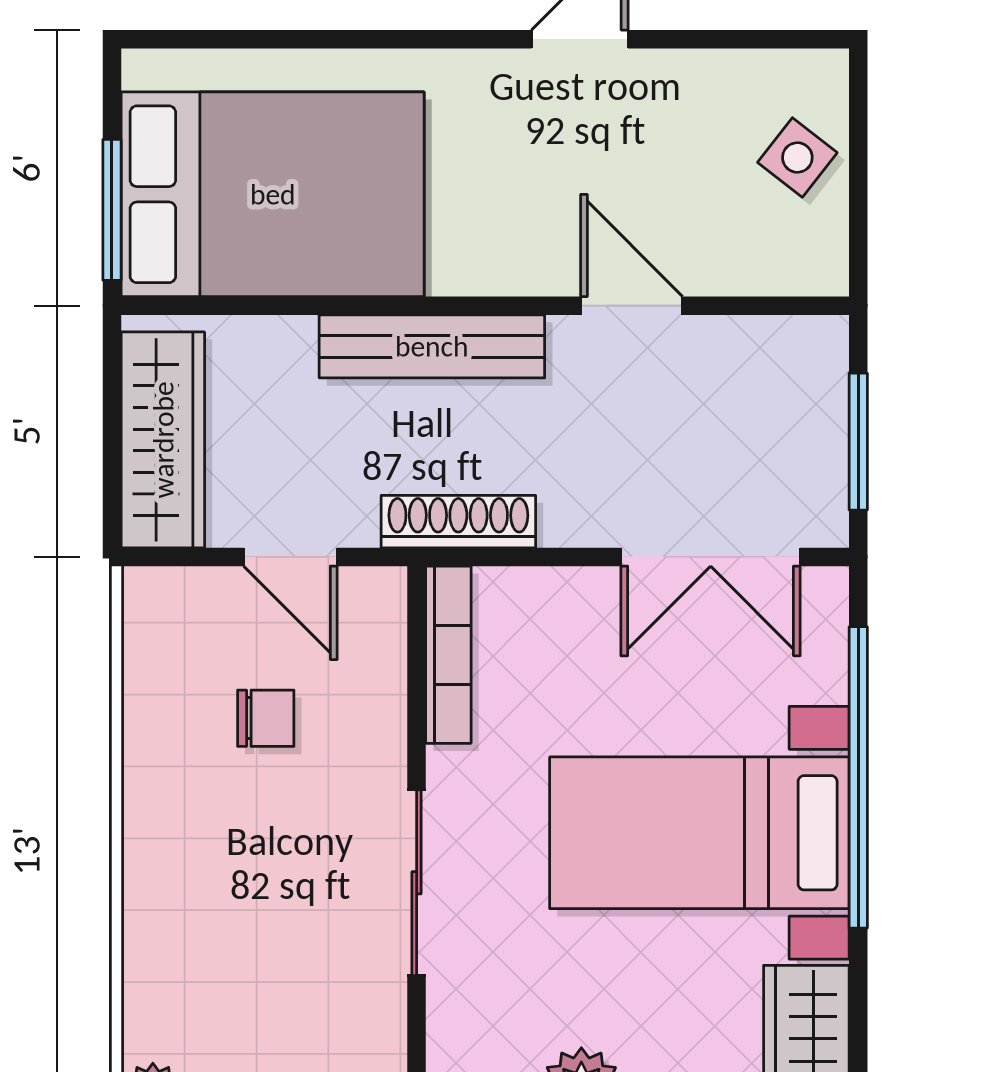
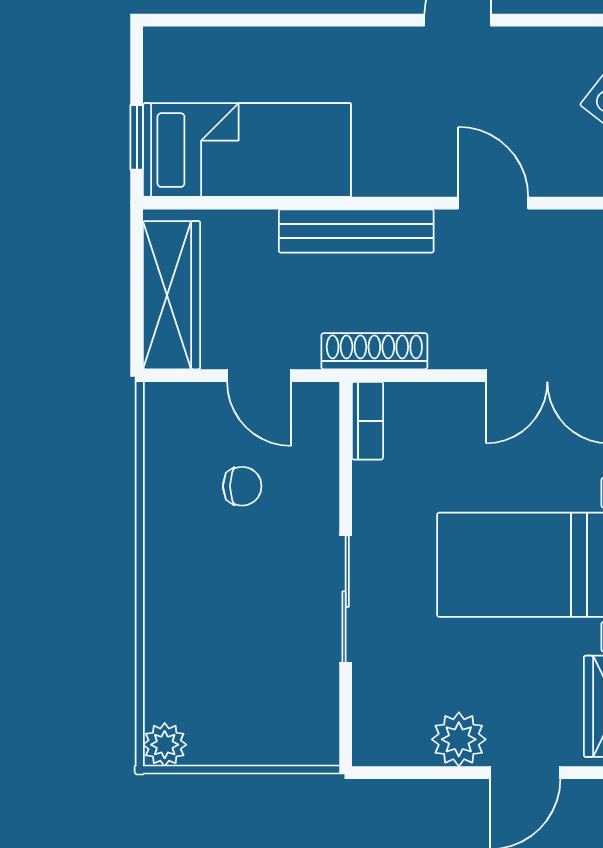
bed: (273, 194) -> (247, 150), width x0.67
window: (112, 210) -> (137, 137), width x0.67
bookcase: (448, 655) -> (367, 421), width x0.64

